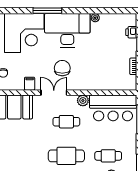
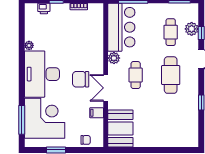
window: (47, 11) -> (22, 120), moved

